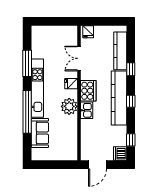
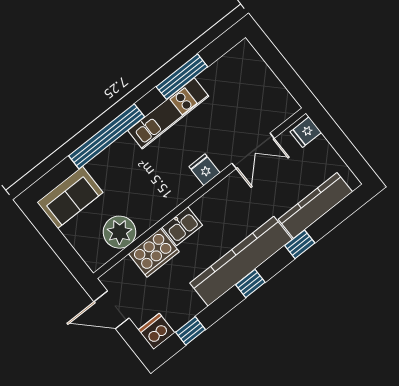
double door: (79, 58) -> (253, 151), swing flipped
kitchen unit: (37, 88) -> (168, 113), width x0.73
cooker: (88, 91) -> (154, 253), moved
plant: (69, 106) -> (120, 232), moved
sofa: (40, 133) -> (70, 197), moved

